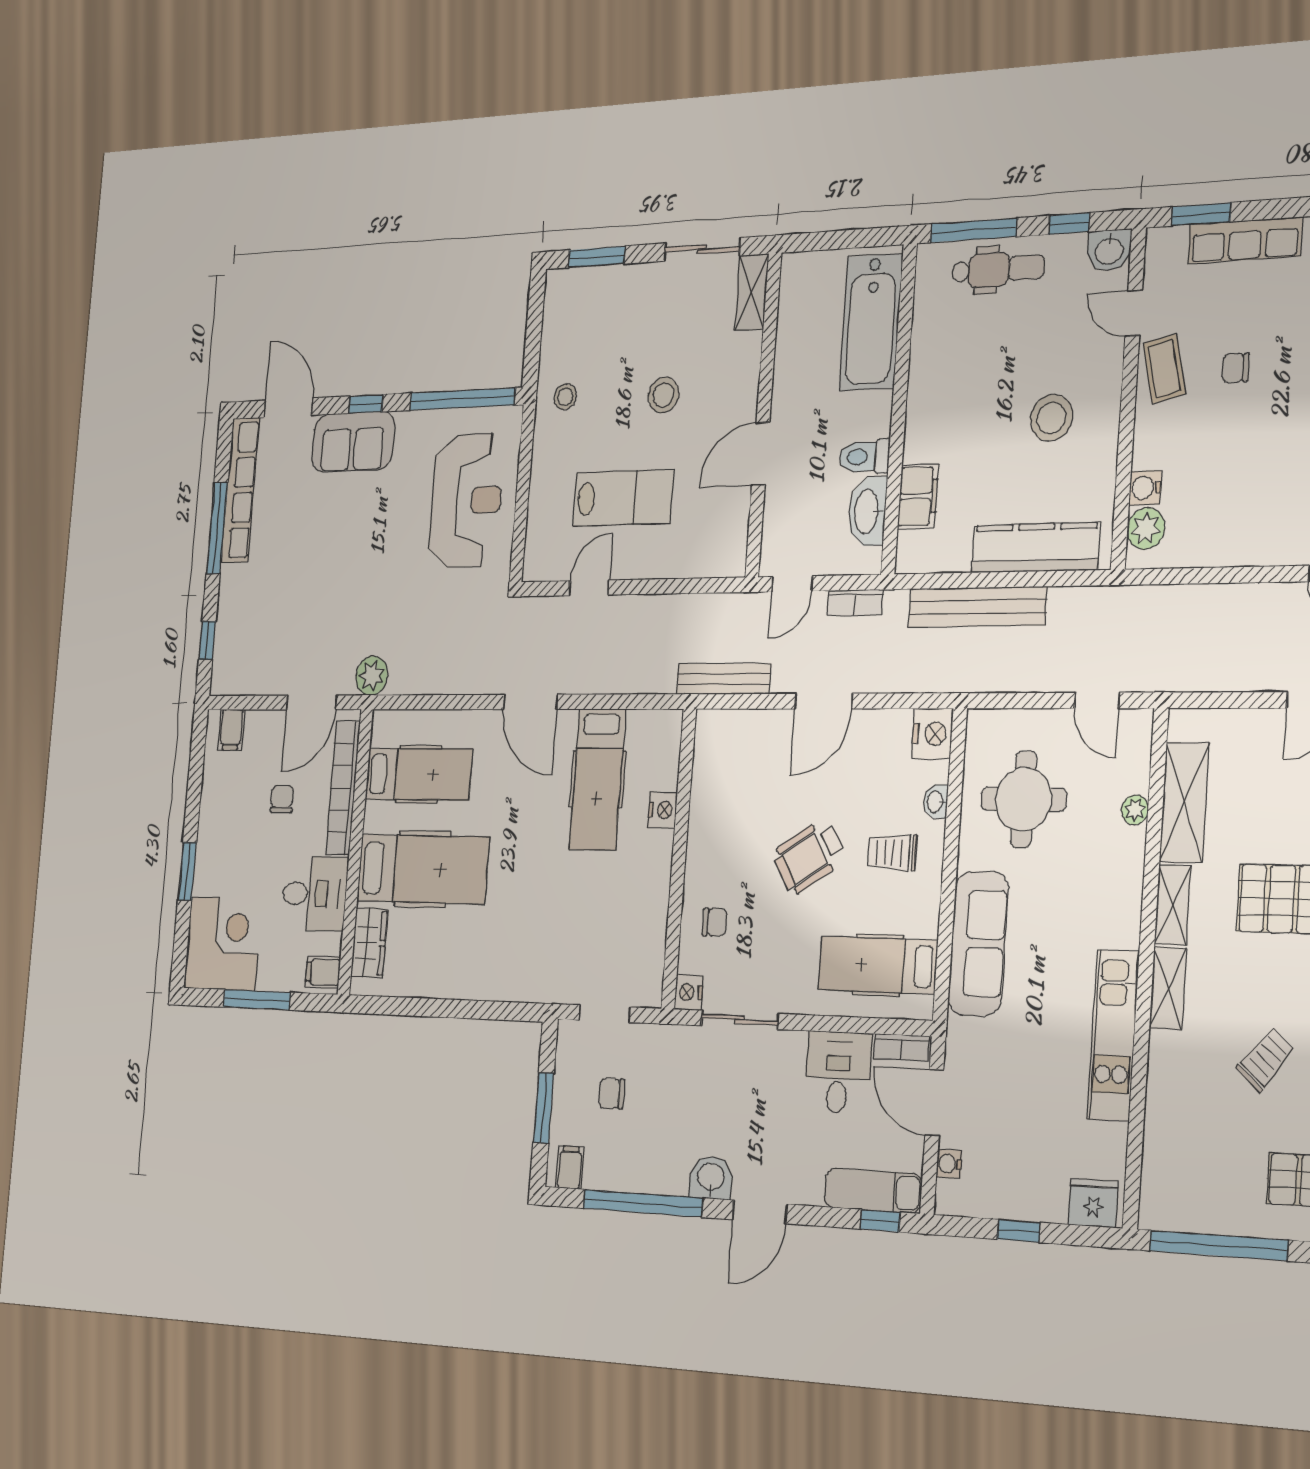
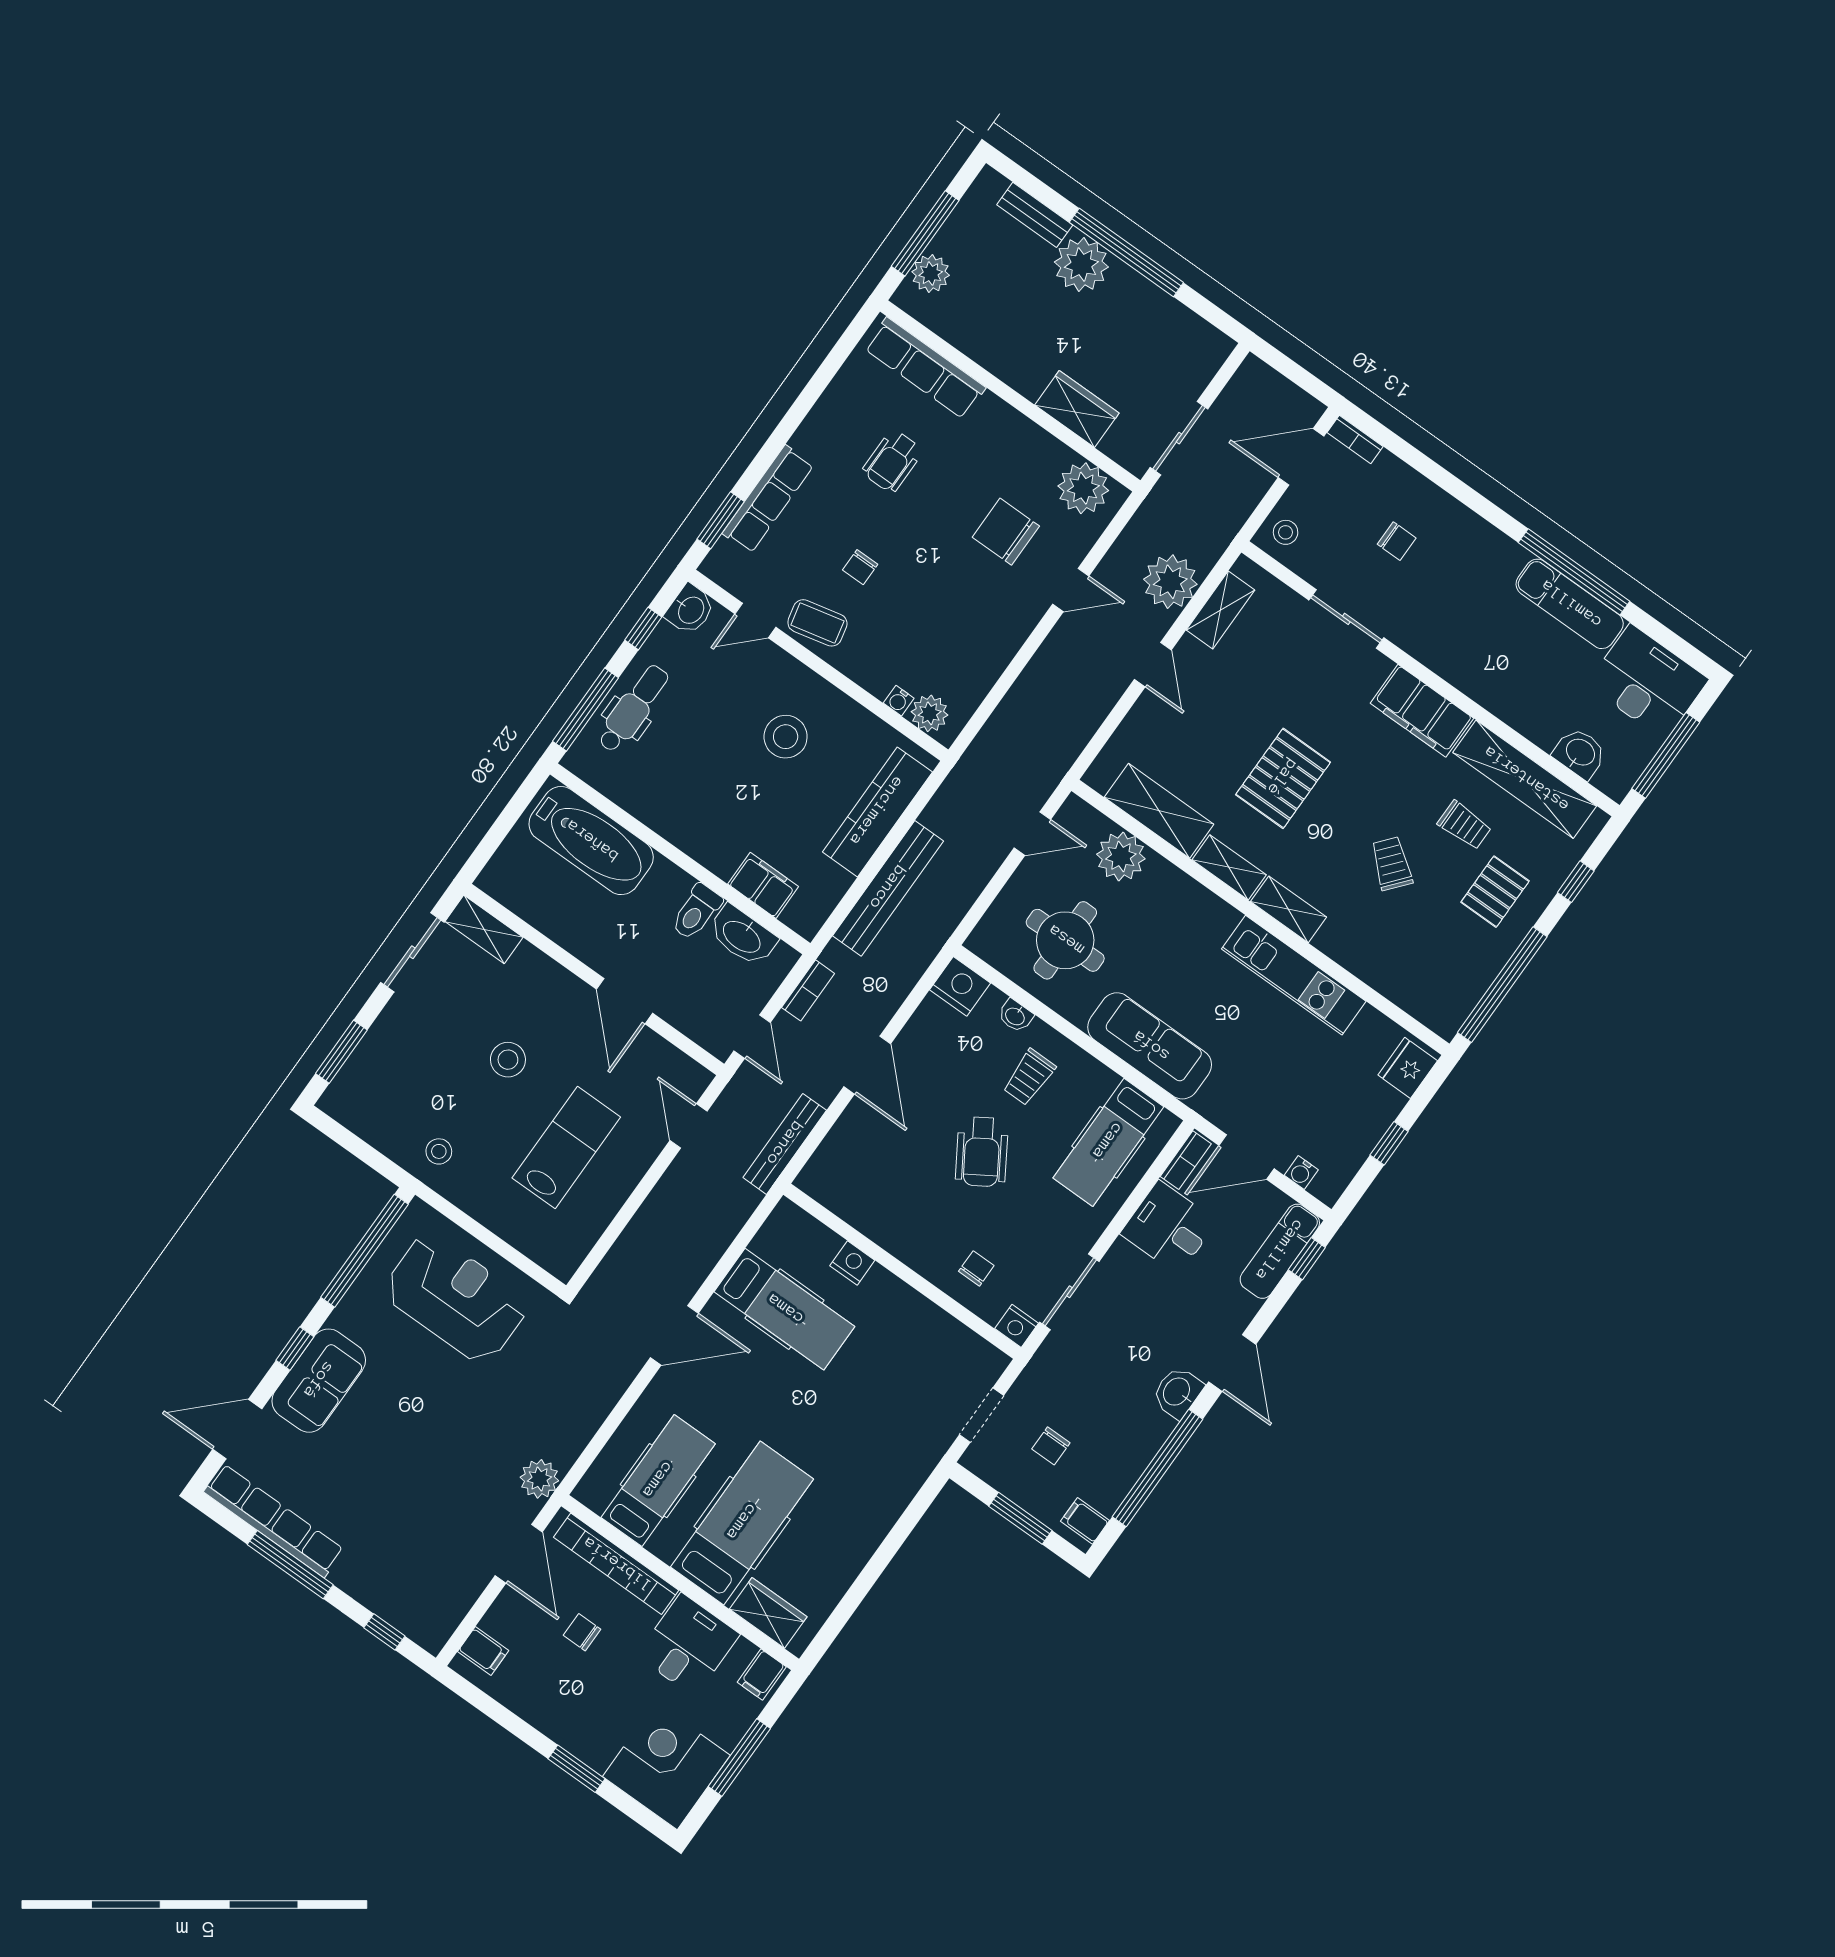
water cooler: (1145, 488) -> (899, 701), width x0.72, depth x0.72
door: (589, 588) -> (688, 1126), moved
plant: (1135, 810) -> (1121, 857), width x1.88, depth x1.88

